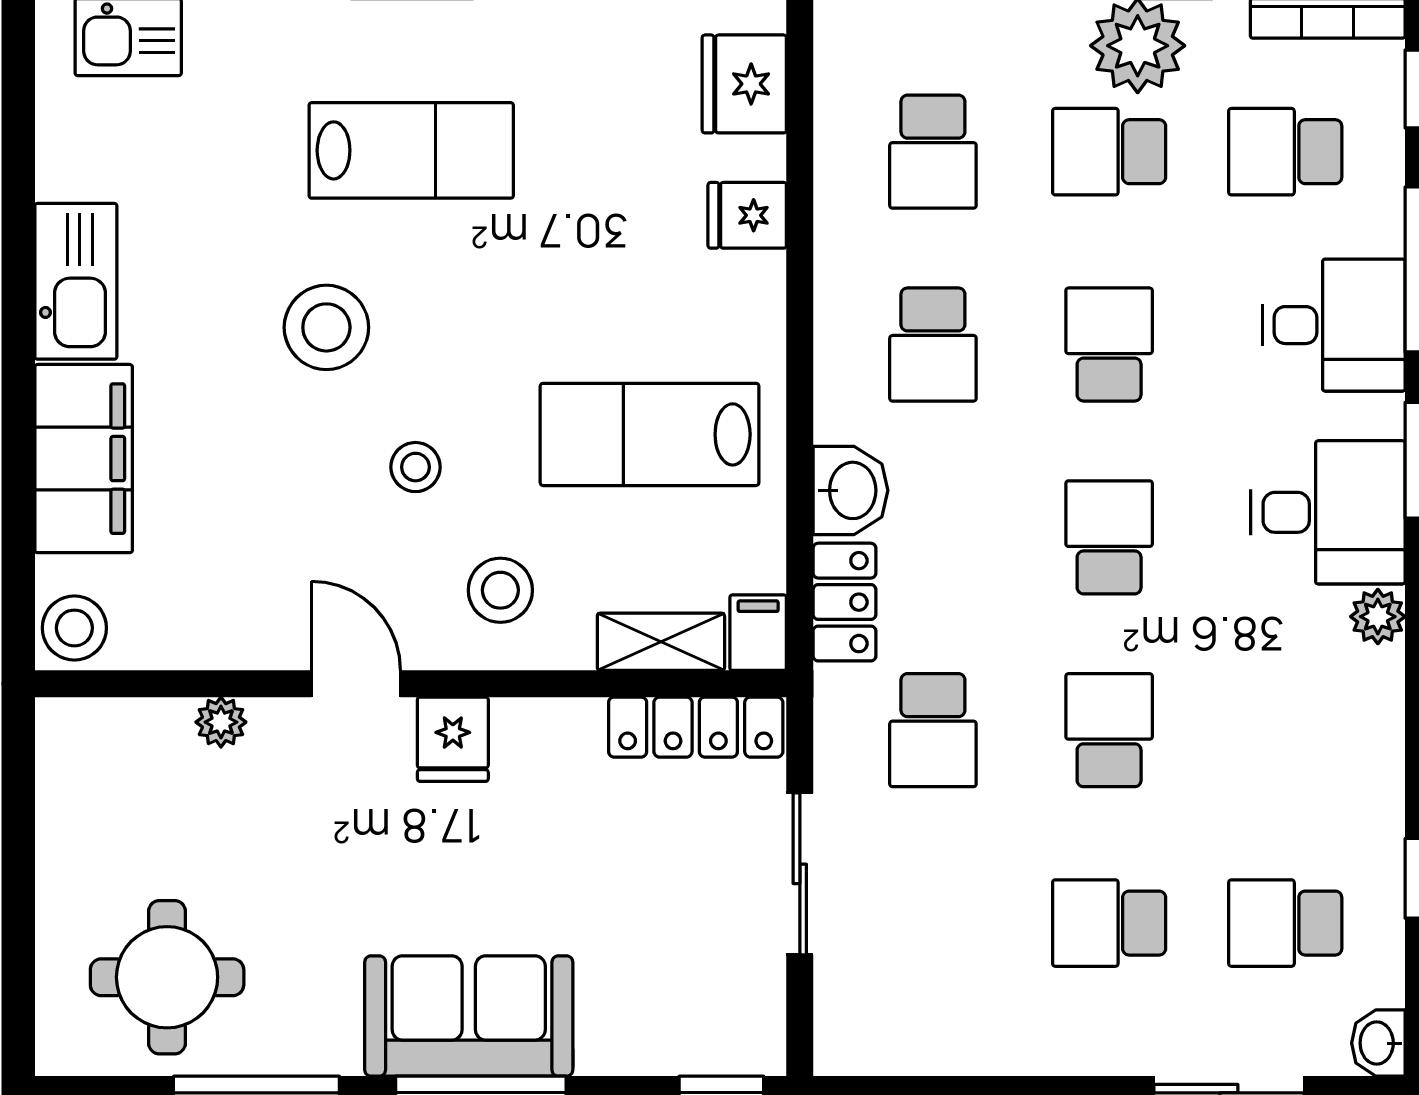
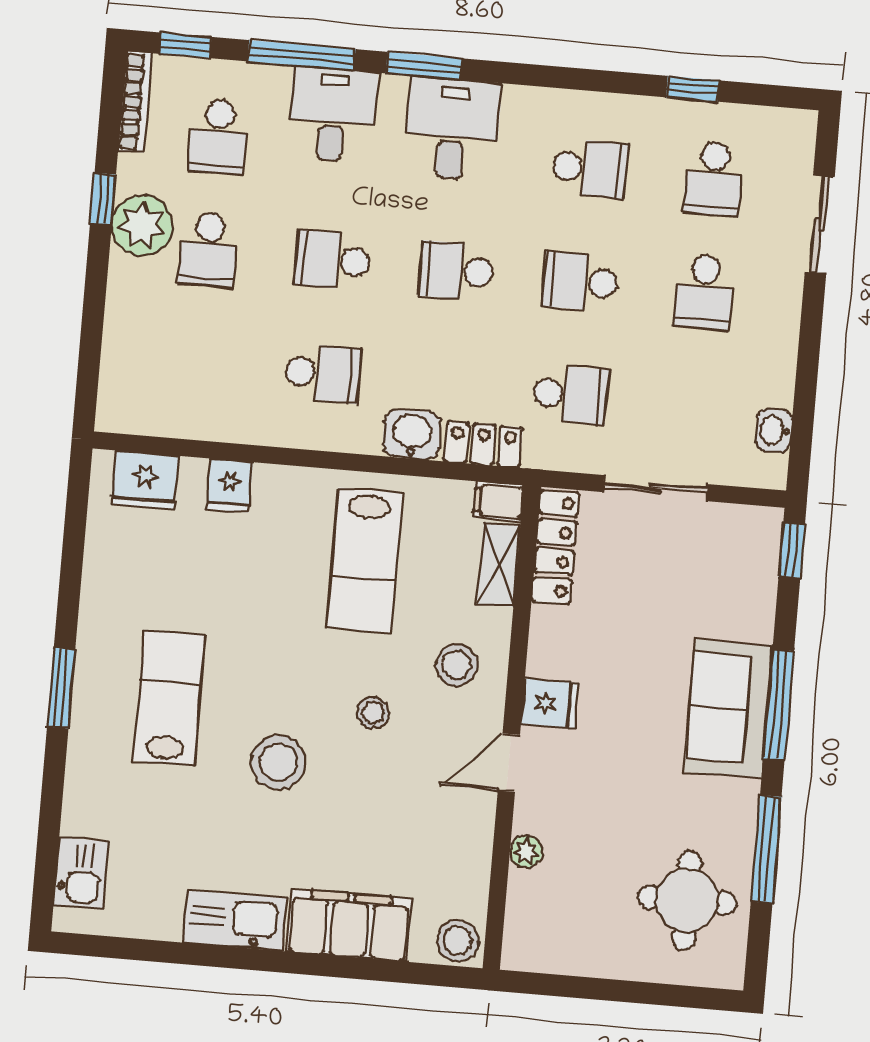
school desk: (933, 152) -> (590, 168), moved
plant: (1378, 617) -> (522, 103), removed
washbasin: (1378, 1043) -> (774, 431), moved, turned 90

